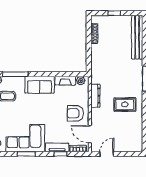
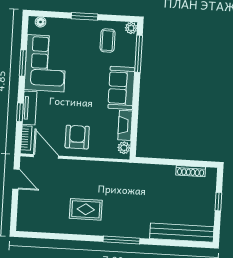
dresser: (95, 96) -> (101, 168), removed
rug: (125, 104) -> (86, 209), turned 90
door: (90, 134) -> (46, 156), hinge flipped

